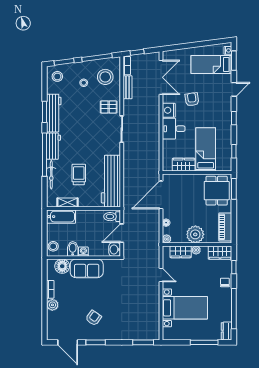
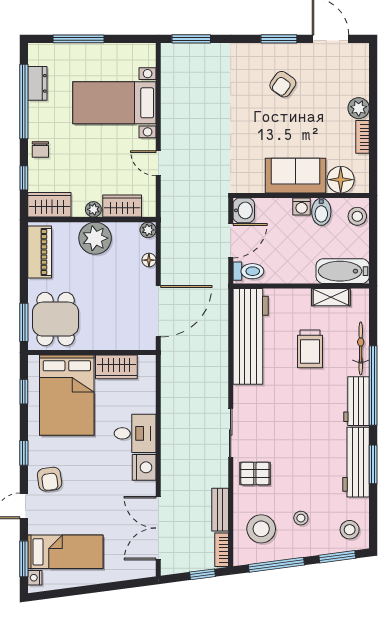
armchair: (192, 99) -> (50, 479), moved
bed: (206, 149) -> (67, 395), width x1.50
dresser: (227, 331) -> (37, 83), moved

